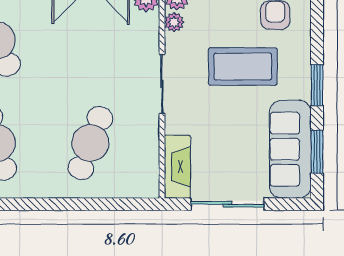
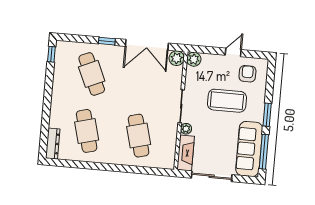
plant: (174, 22) -> (186, 129), moved
cafe table: (90, 143) -> (139, 136), turned -36
window: (317, 152) -> (264, 152), width x1.44

